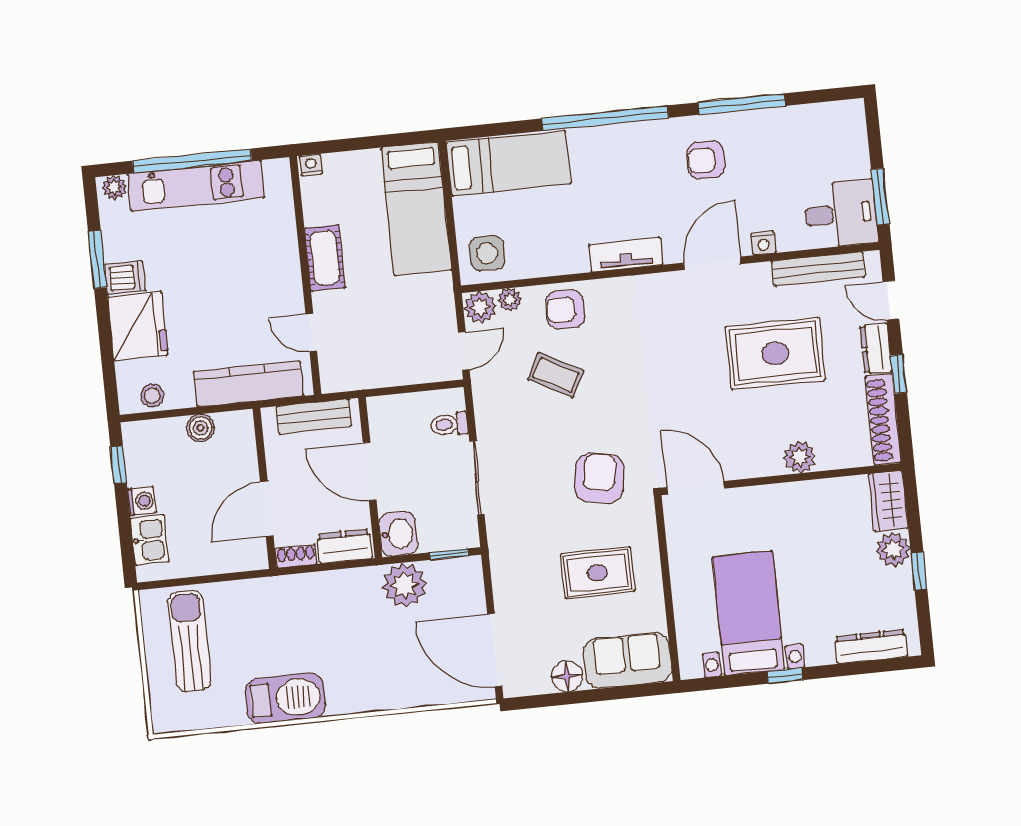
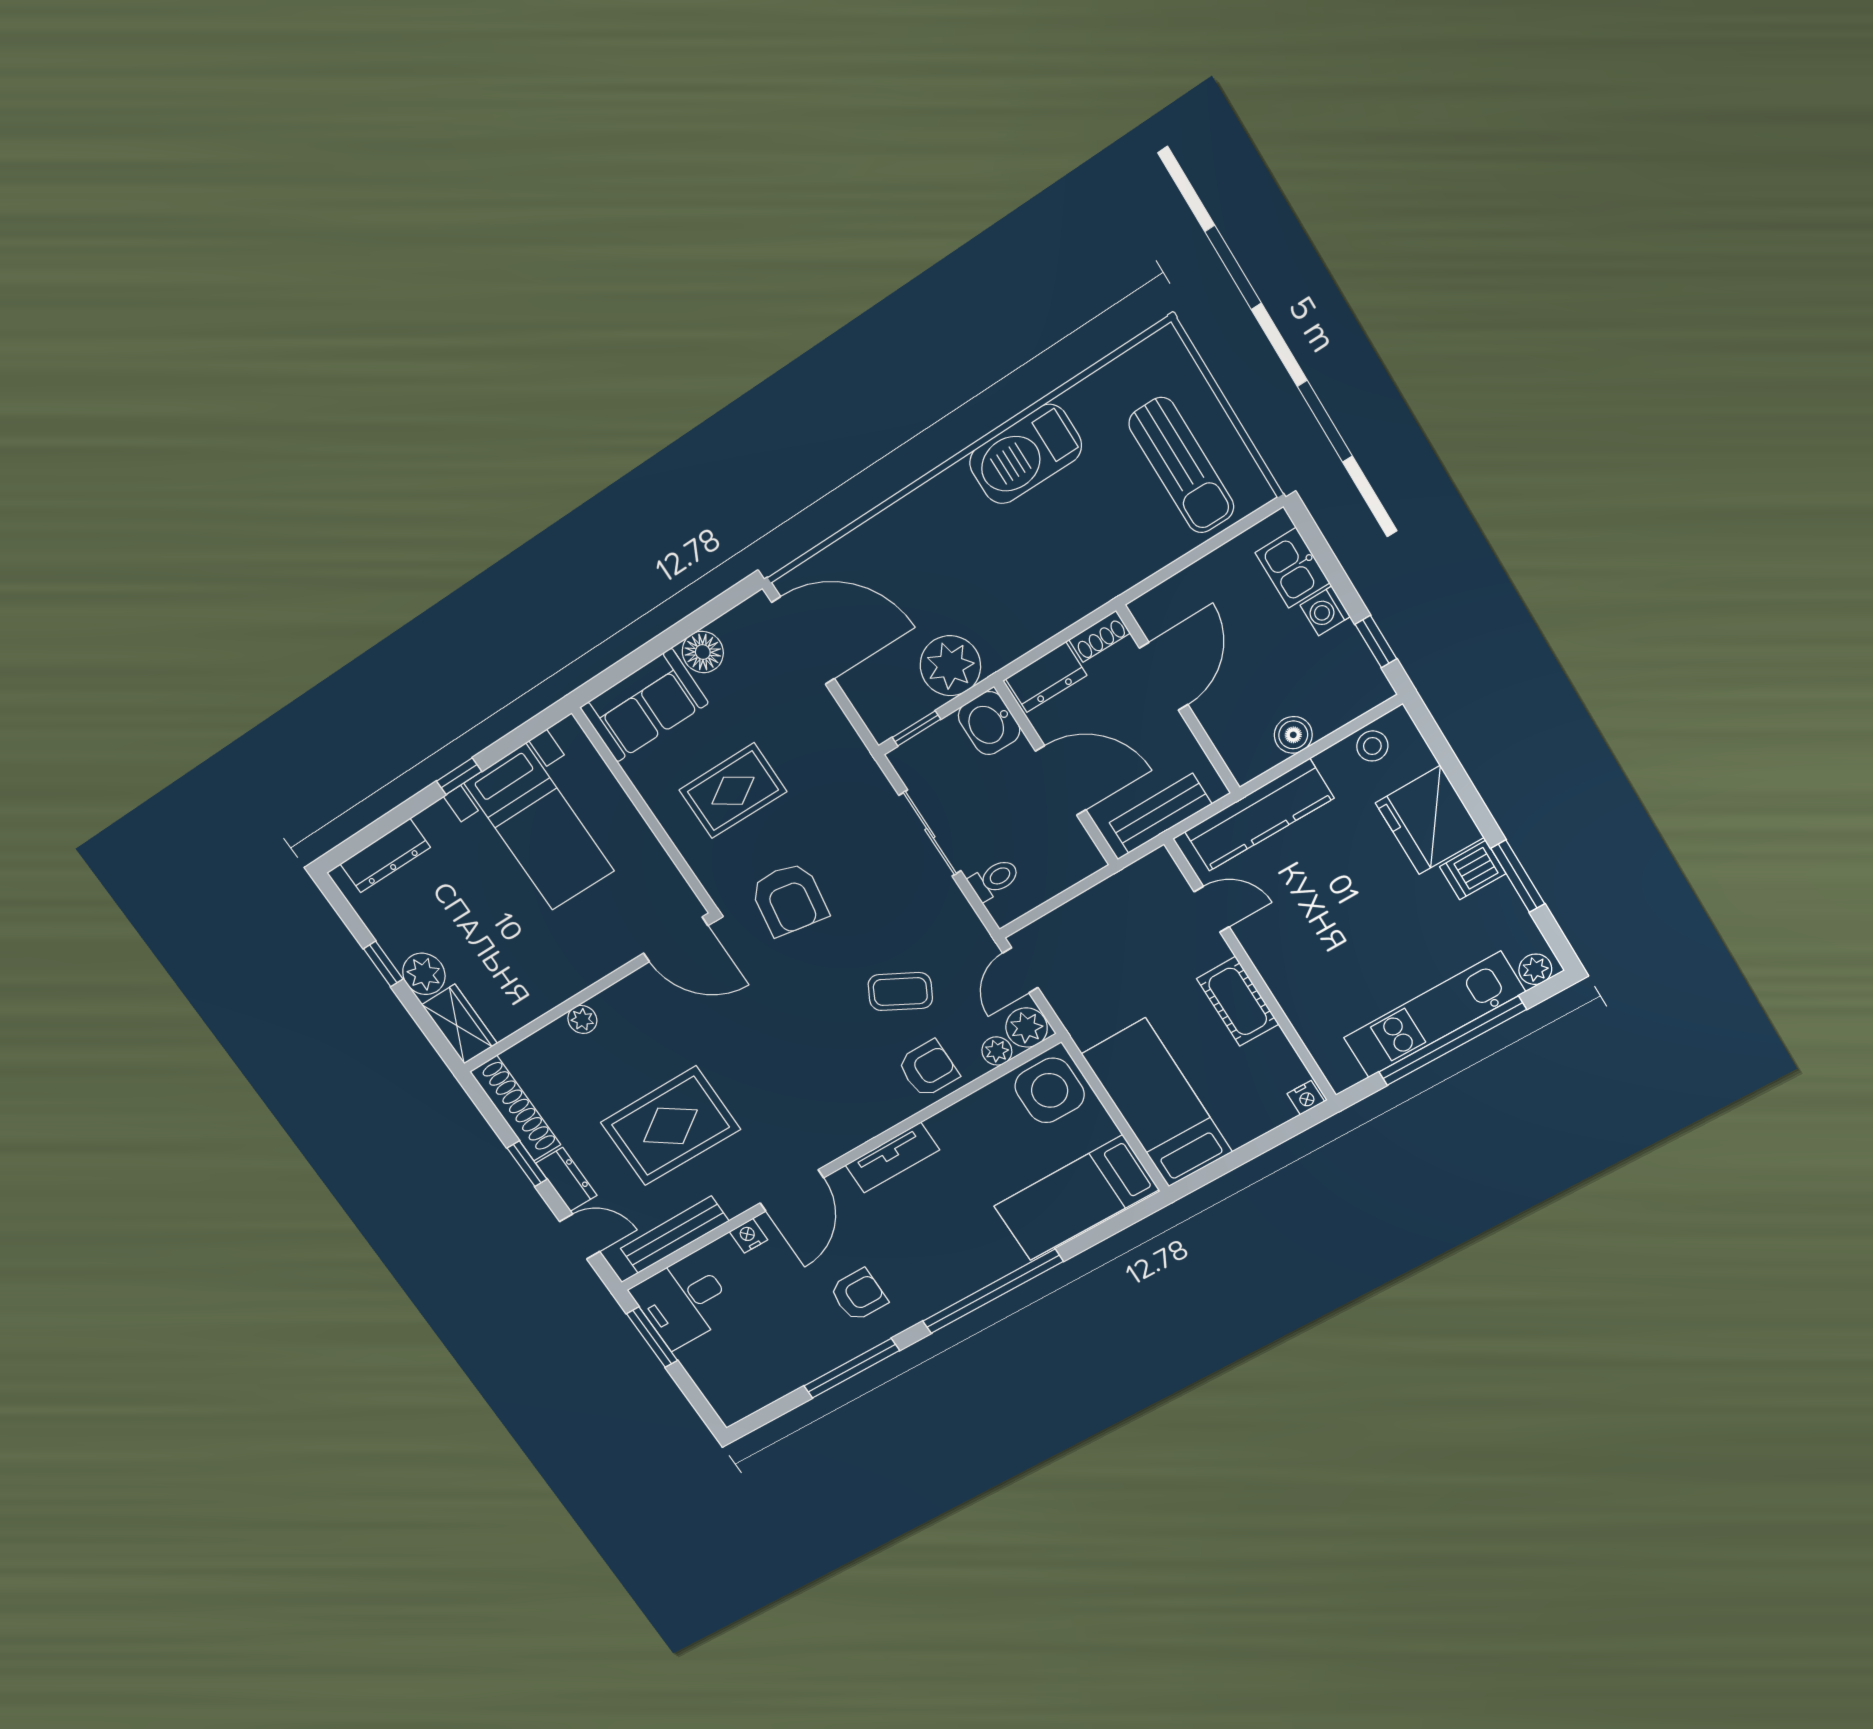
side table: (487, 253) -> (1050, 1090), width x1.37, depth x1.37
plant: (800, 457) -> (582, 1019), width x0.73, depth x0.73

